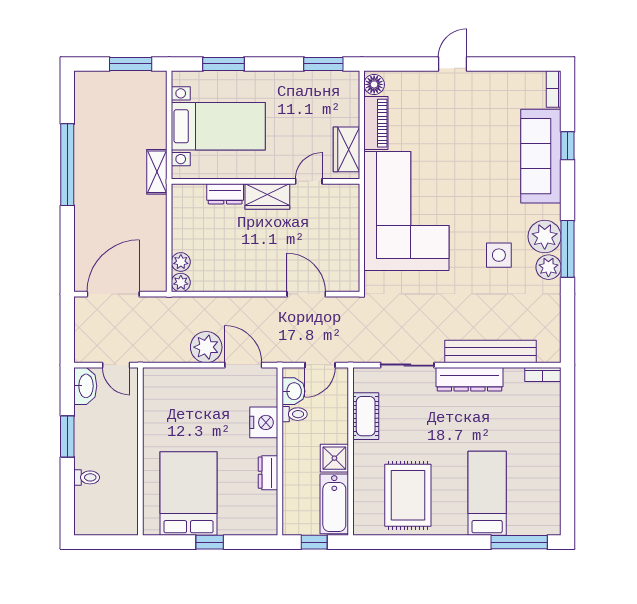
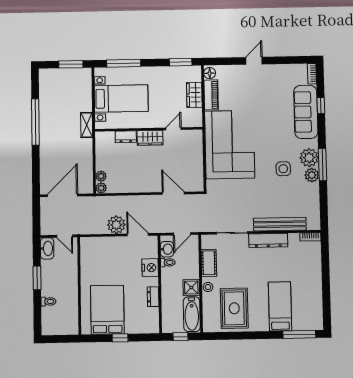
window: (224, 64) -> (124, 63), width x1.44
wardrobe: (346, 149) -> (194, 95), moved
stool: (363, 458) -> (208, 287), added

